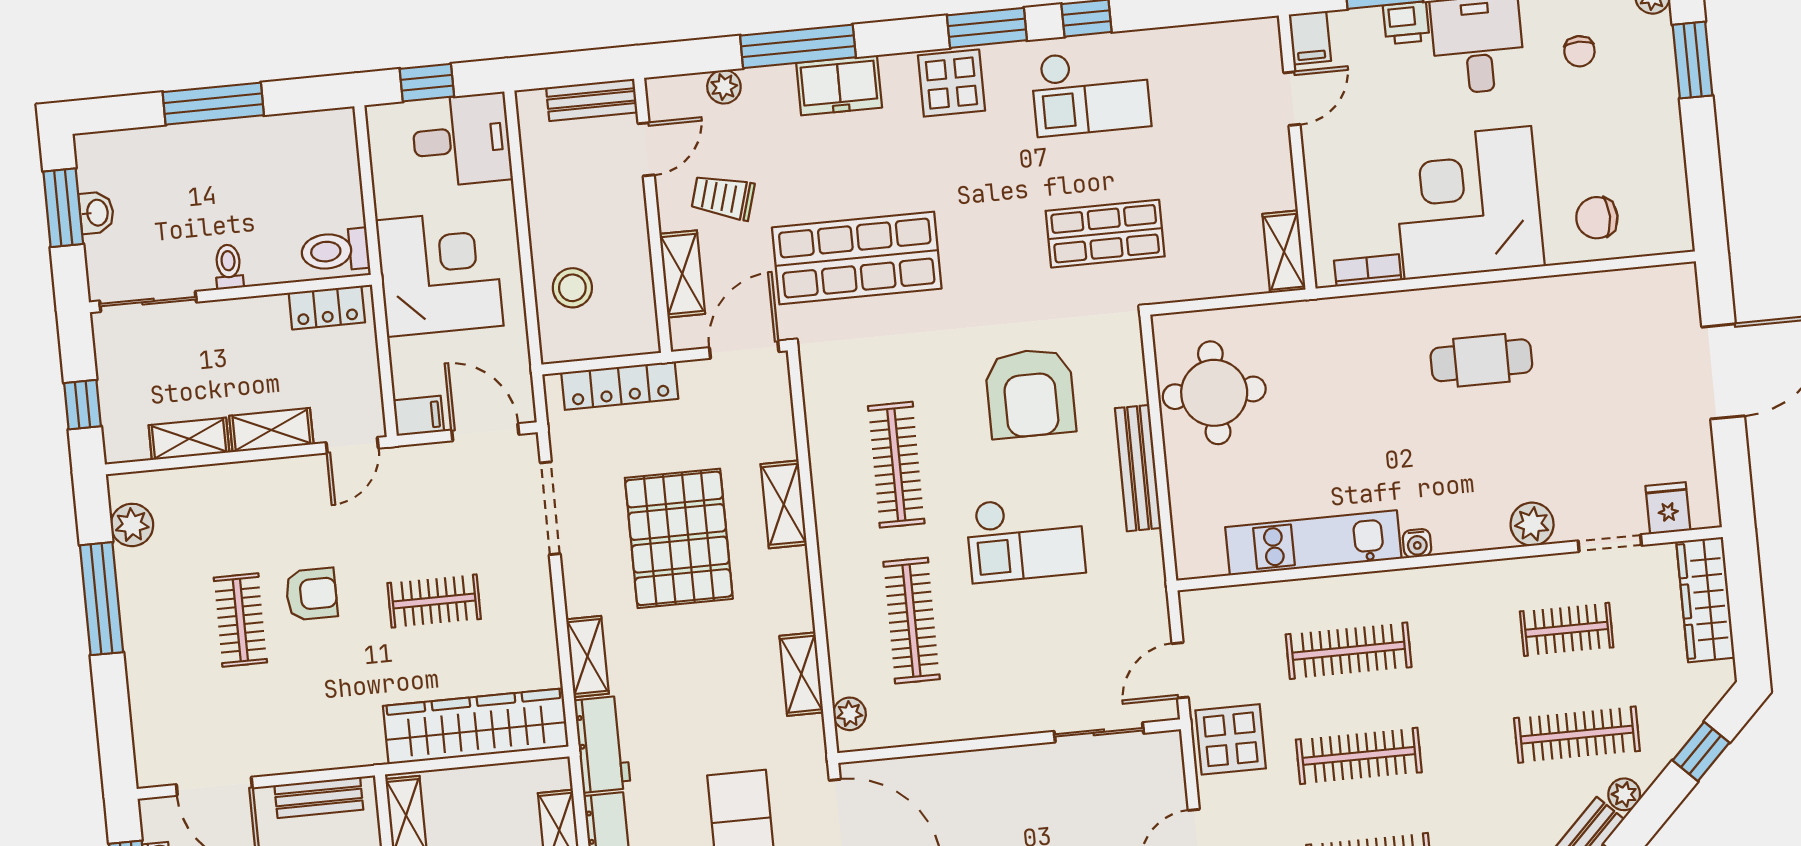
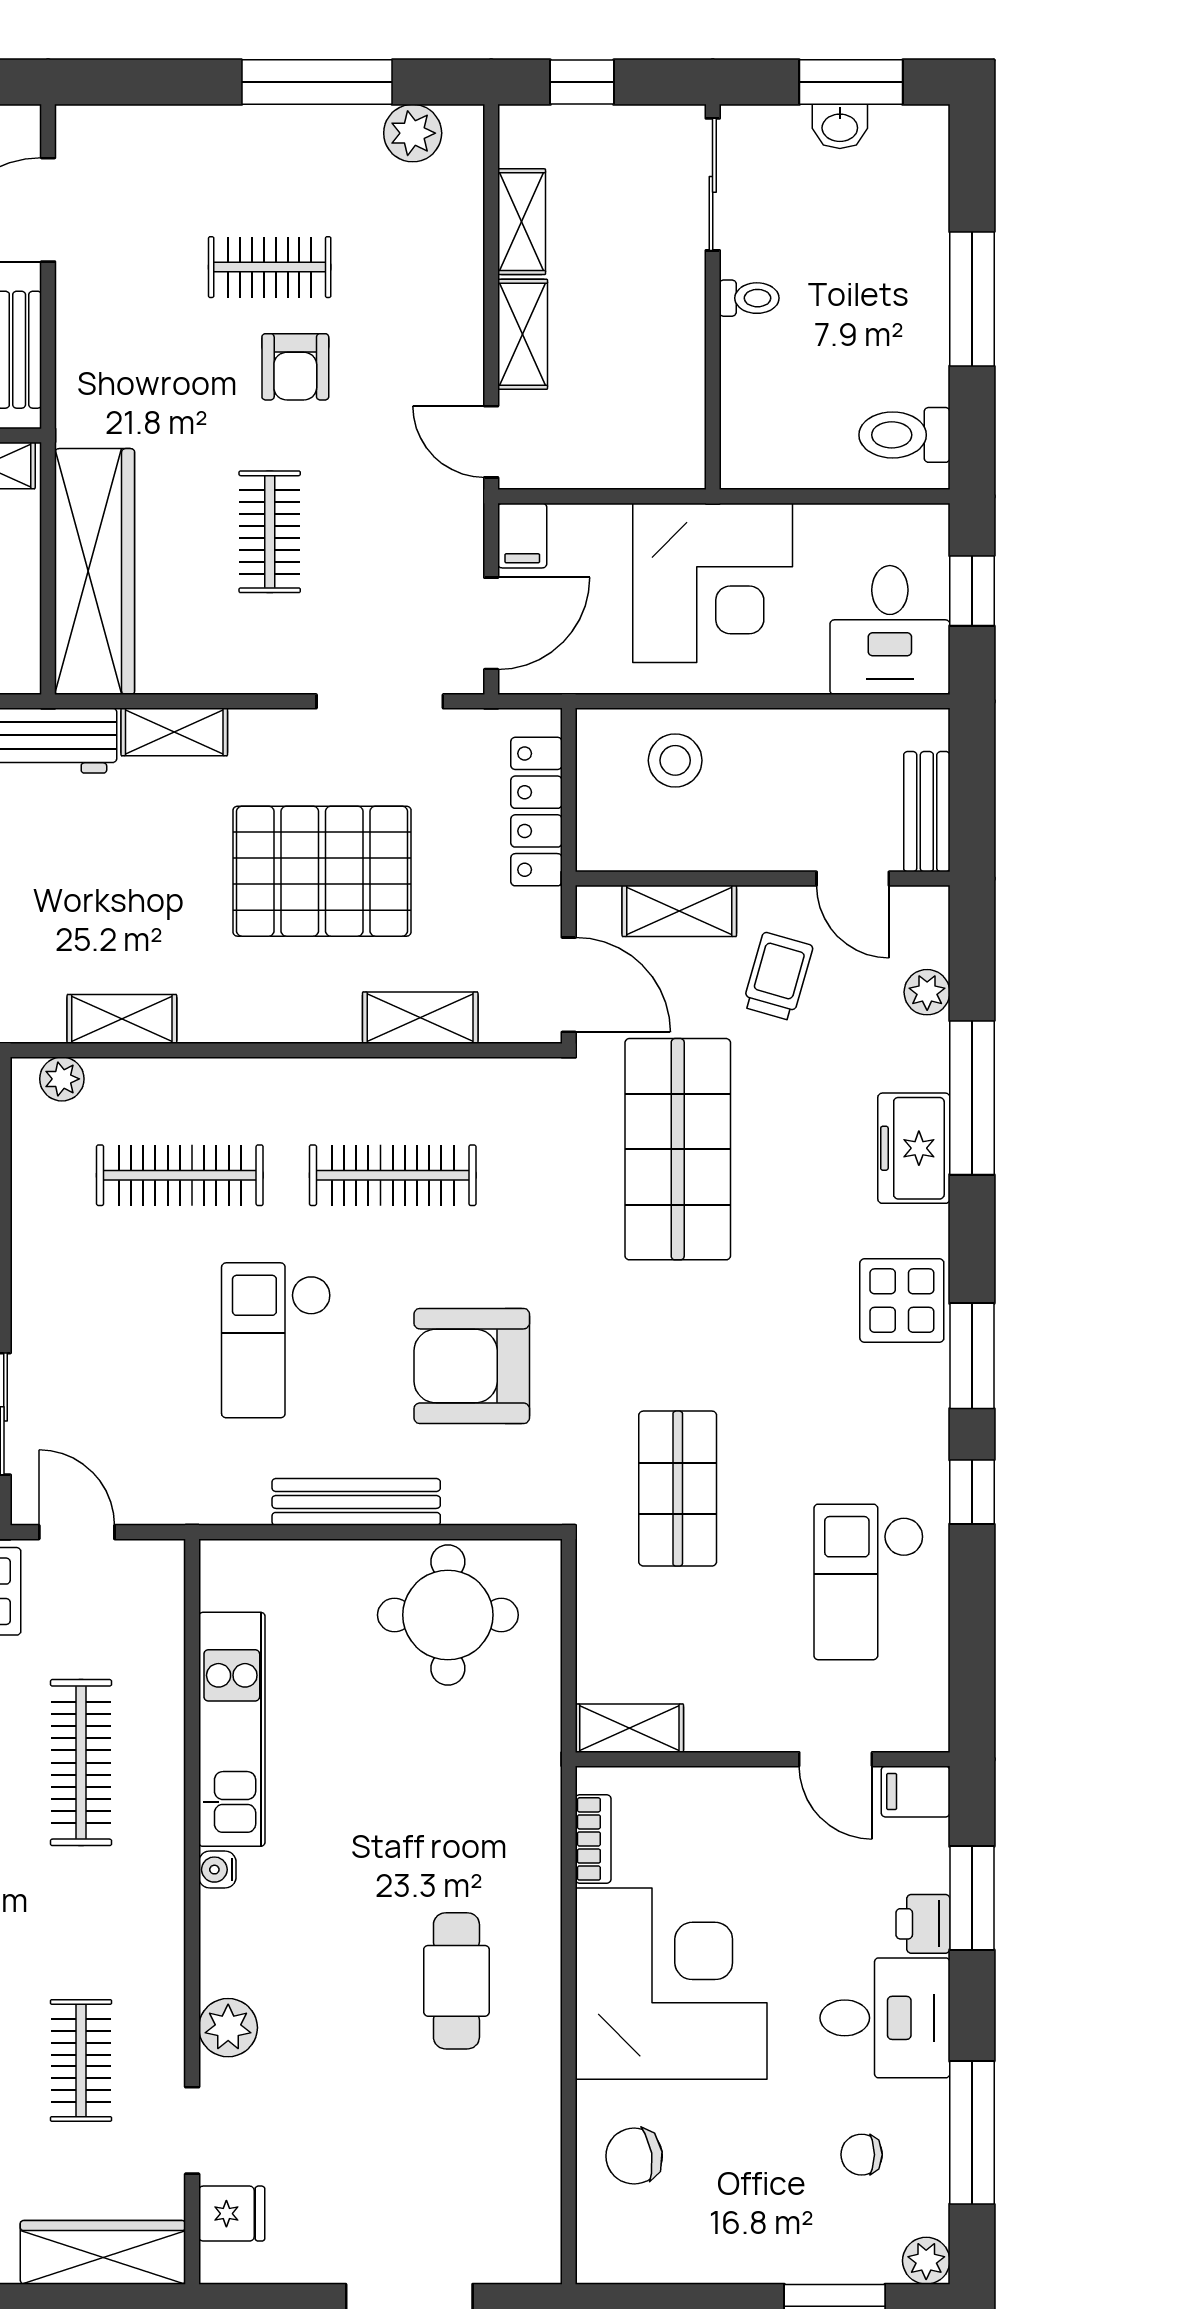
checkout: (1091, 92) -> (869, 1582), moved
chair: (1597, 218) -> (634, 2156), turned -99
toilet: (335, 251) -> (904, 435), moved, turned -90
locker: (327, 308) -> (681, 426), removed
shelving: (784, 504) -> (420, 1018), moved

